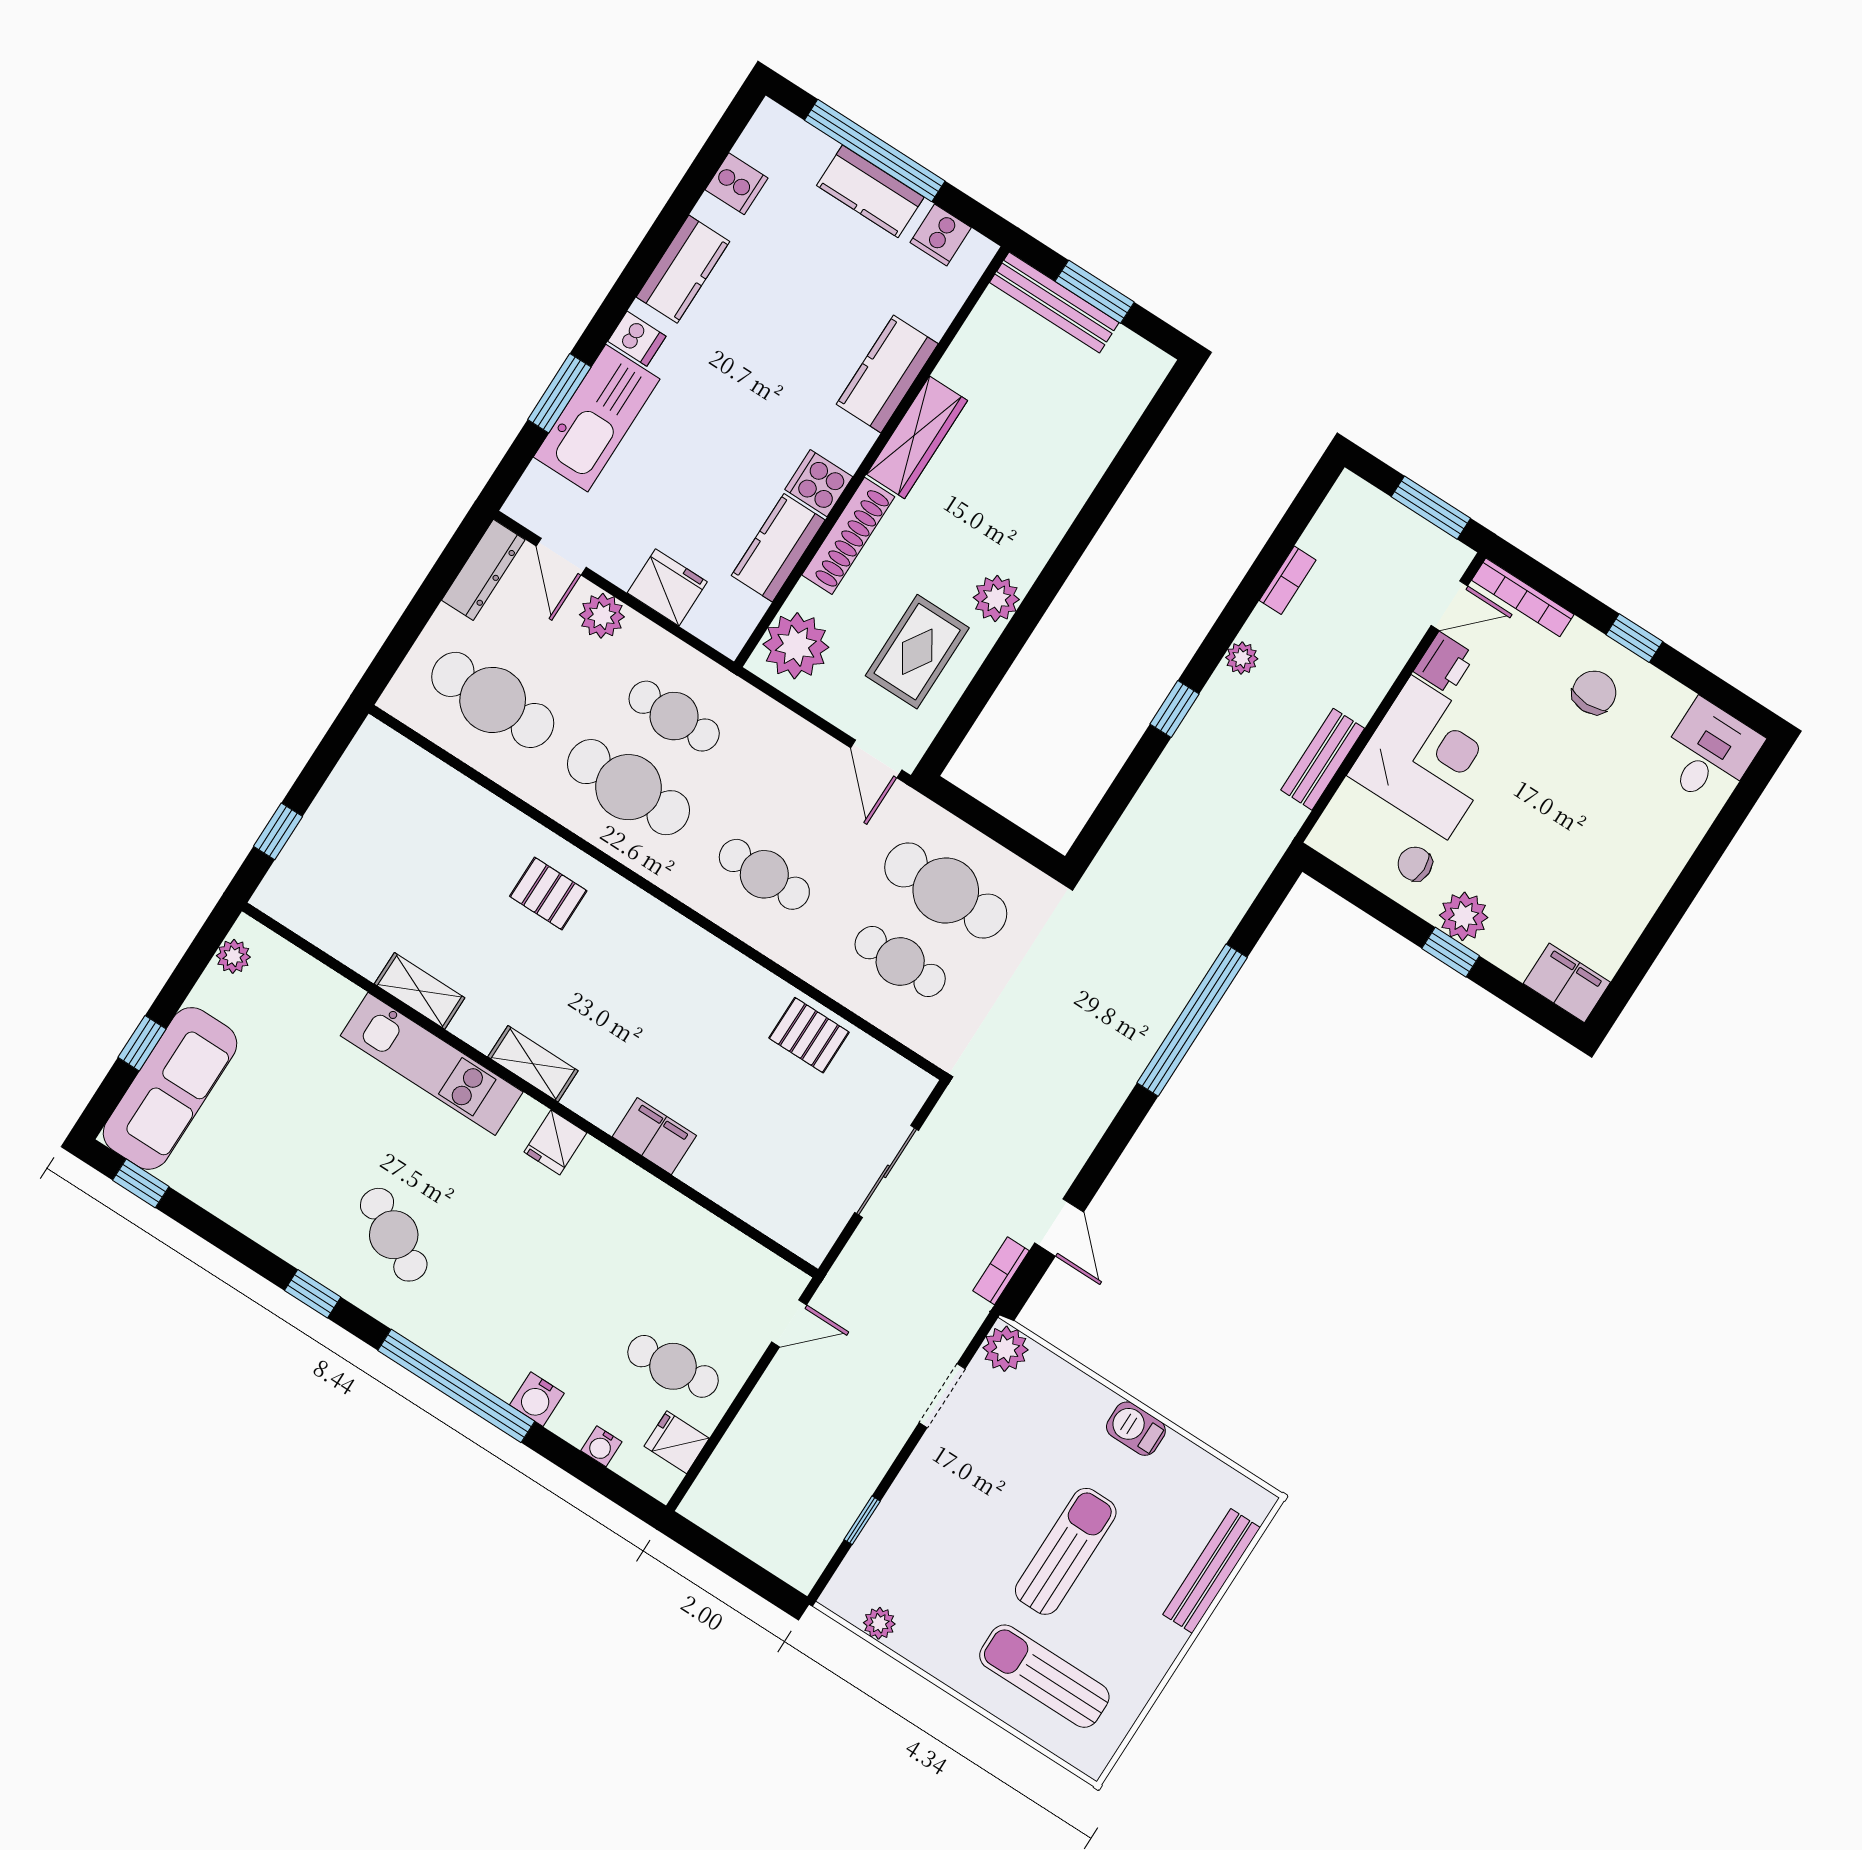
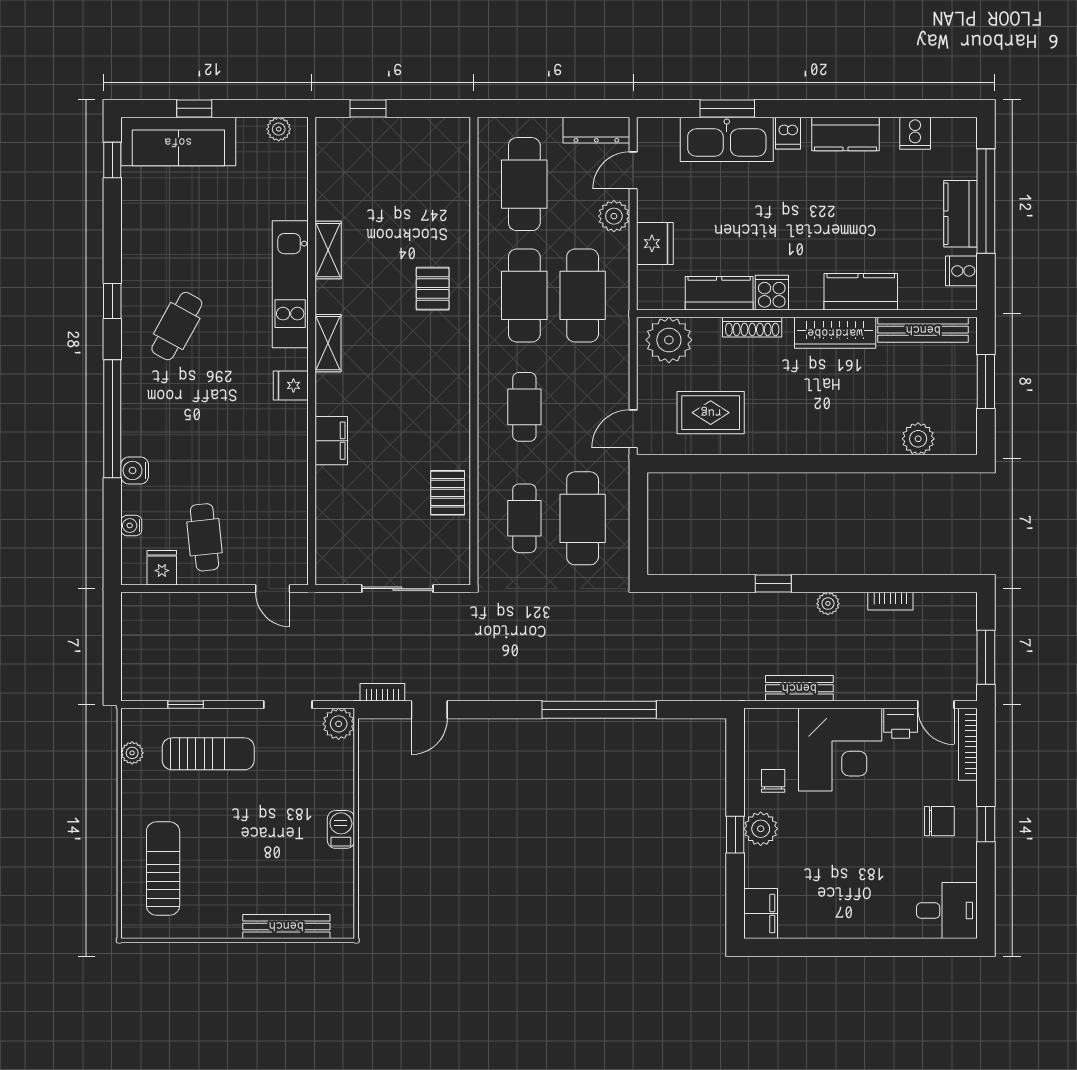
bench: (1054, 302) -> (923, 330), moved, turned 90
shoe rack: (848, 536) -> (752, 327), width x0.74, depth x0.81
plant: (996, 598) -> (918, 439), moved
cafe table: (674, 716) -> (583, 295), width x1.37, depth x1.35
sun lounger: (1066, 1551) -> (208, 754), moved

